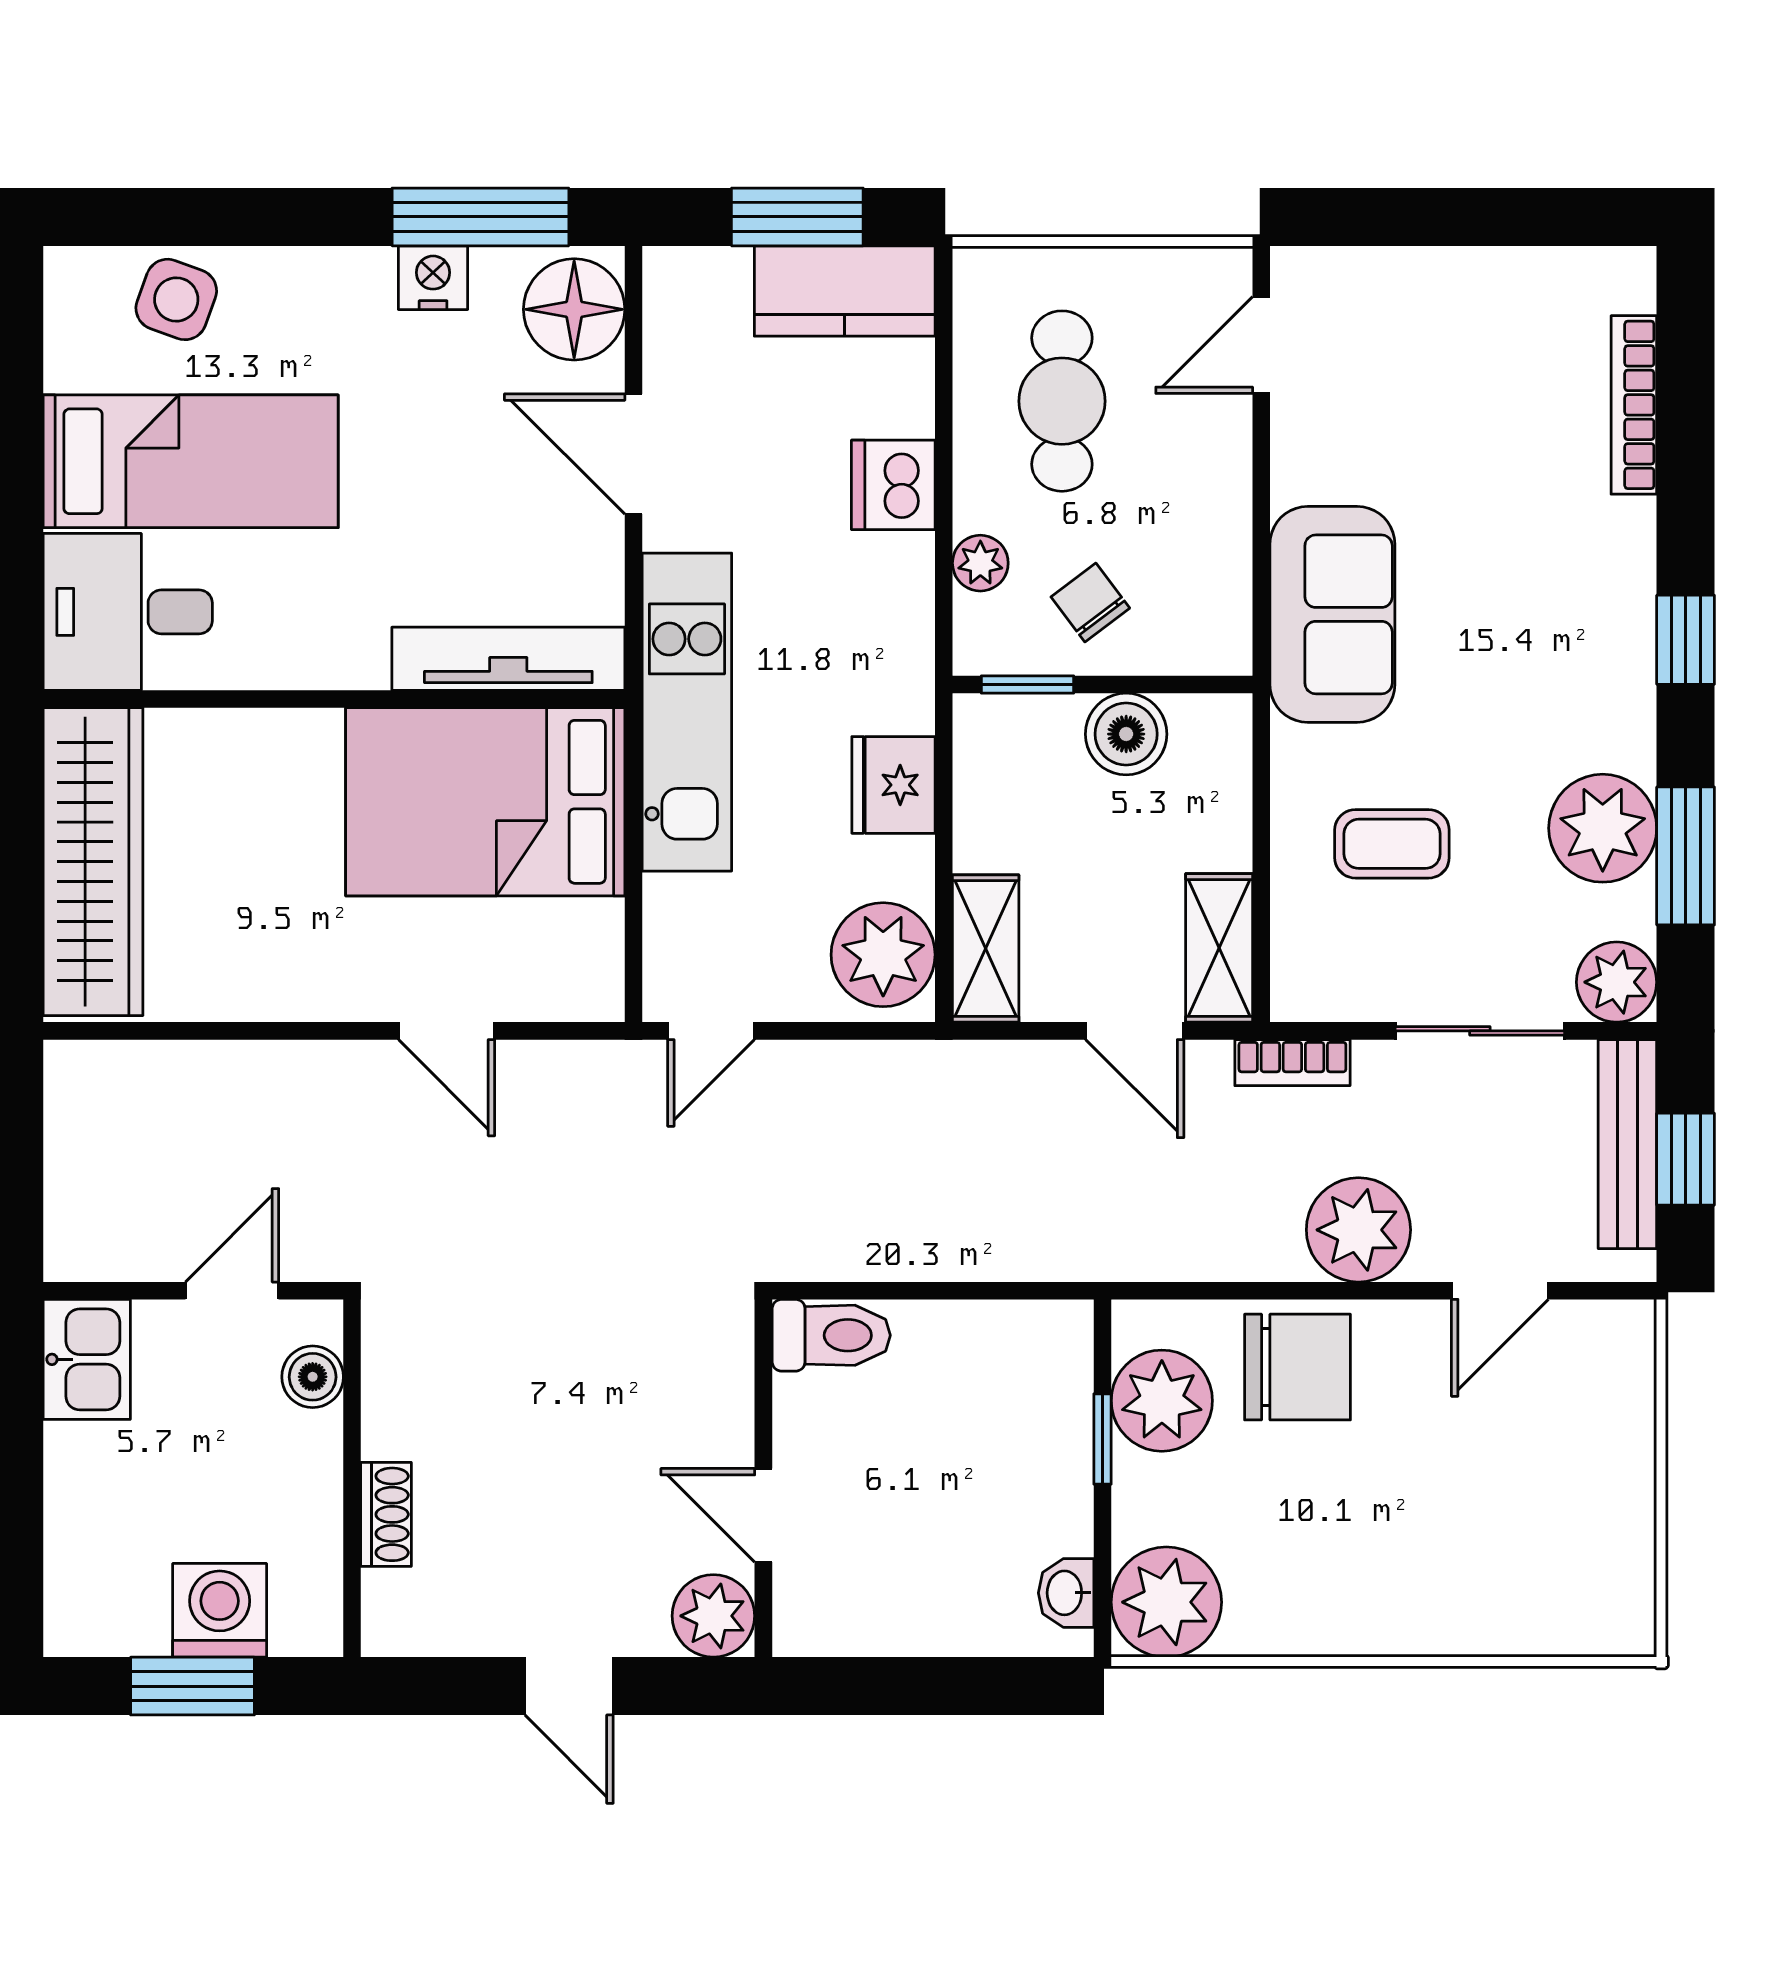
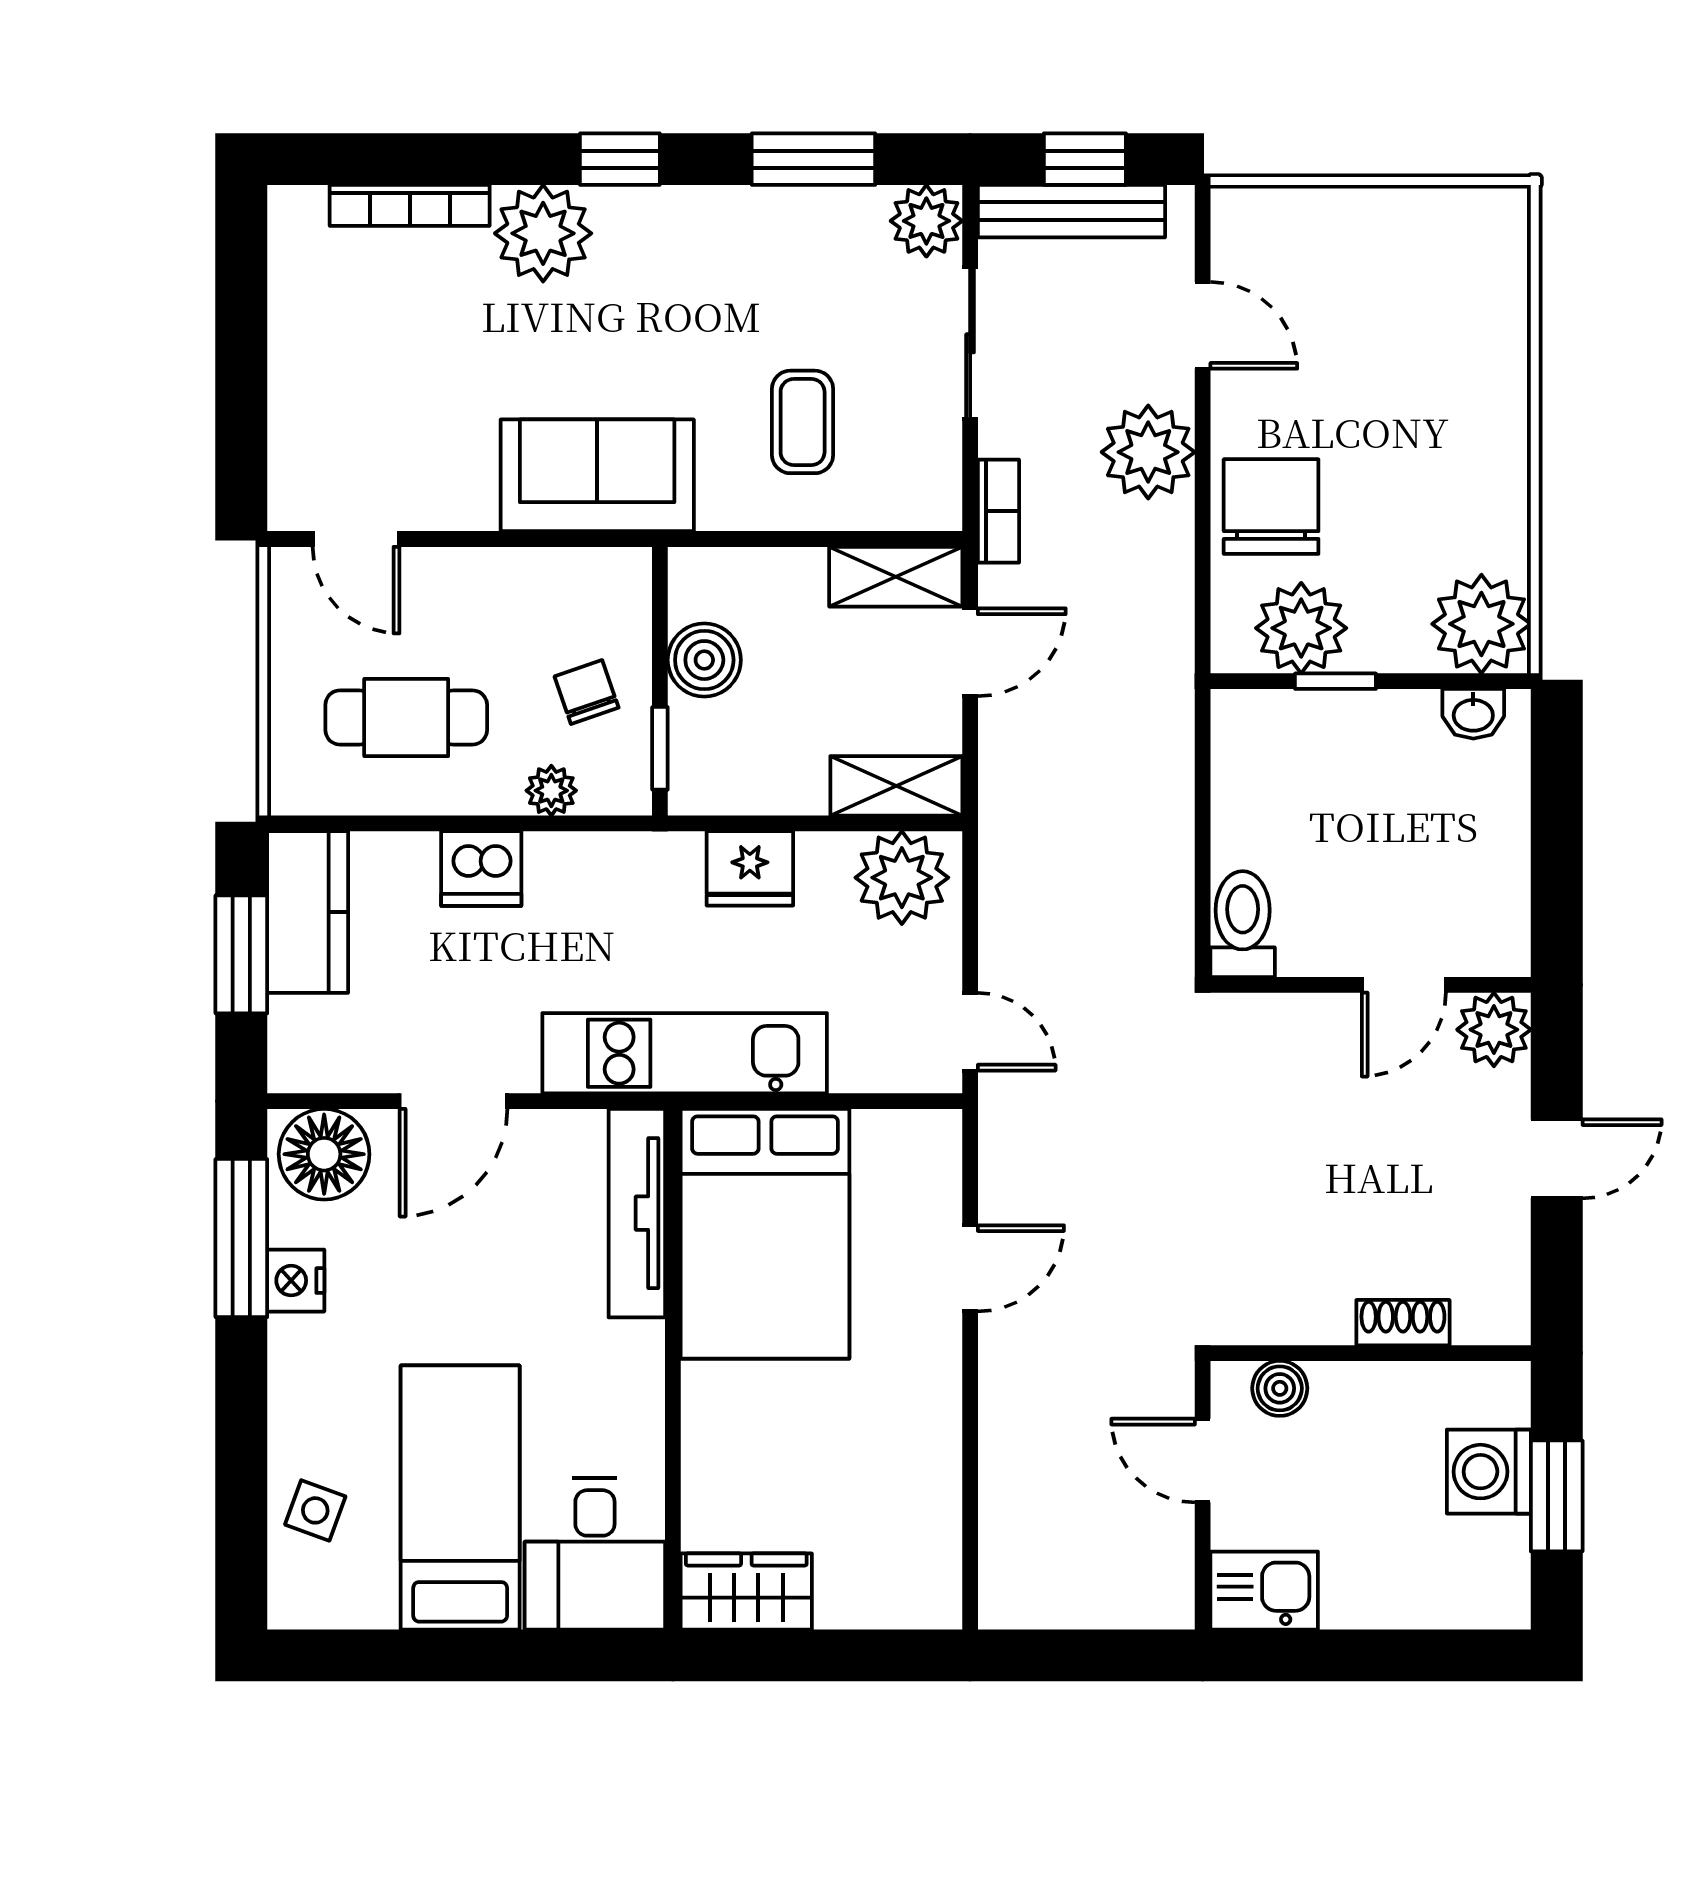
side table: (176, 299) -> (315, 1510), width x0.73, depth x0.73
chair: (1090, 602) -> (587, 692), turned 108
plant: (1603, 828) -> (543, 233), moved
wardrobe: (93, 862) -> (746, 1591), width x0.48, depth x0.85

